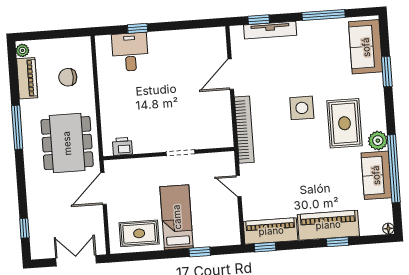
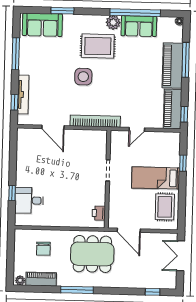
window: (338, 242) -> (186, 60), width x2.17

